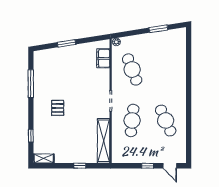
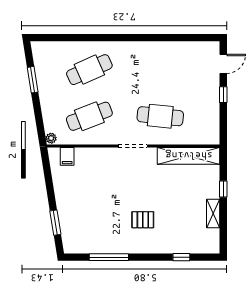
window: (66, 43) -> (55, 223), moved
filing cabinet: (103, 58) -> (67, 156), width x0.50
cafe table: (166, 120) -> (89, 70), moved
shelving: (44, 159) -> (213, 214), moved

